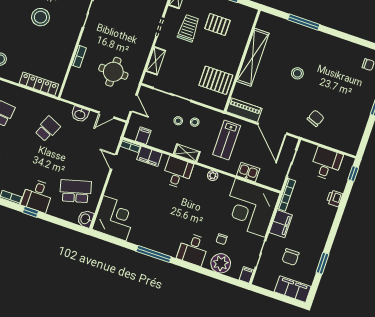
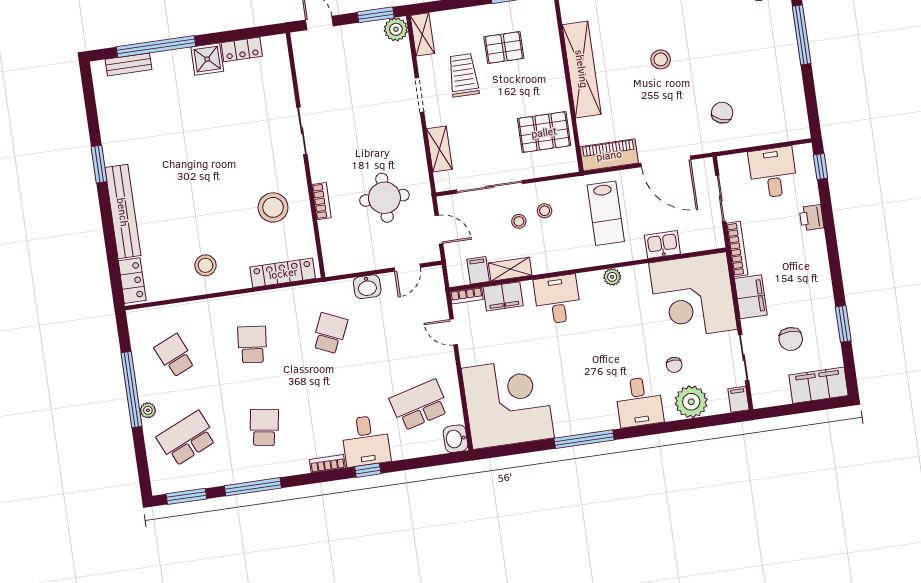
stool: (40, 17) -> (273, 207), moved
shelving: (187, 153) -> (510, 269), moved
corner desk: (115, 218) -> (508, 403), width x1.36, depth x1.36

